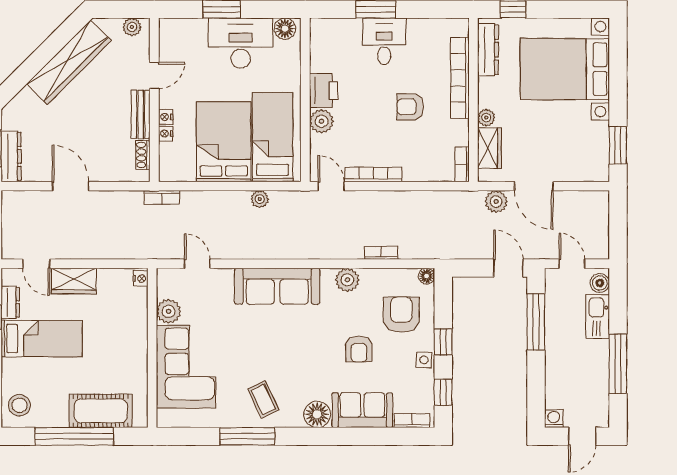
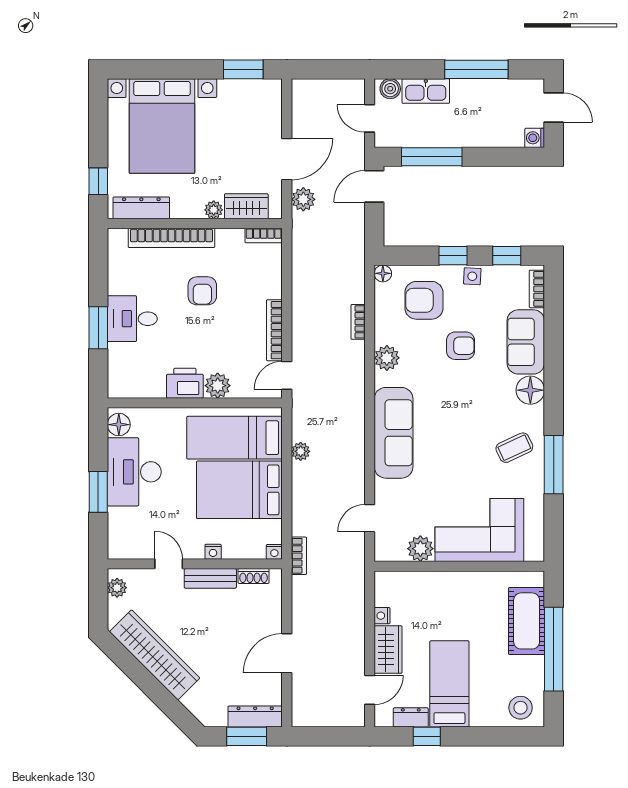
nightstand: (166, 134) -> (274, 552), moved
door: (572, 264) -> (370, 118), hinge flipped
nightstand: (140, 279) -> (382, 616), moved, turned -90

